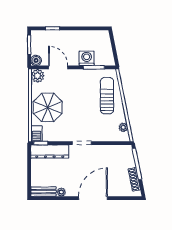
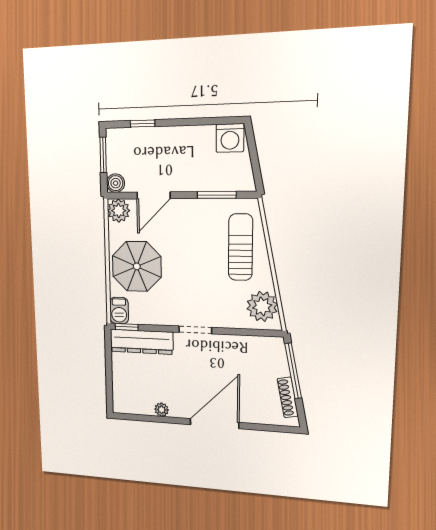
washing machine: (87, 58) -> (230, 138), moved, turned 180
door: (58, 67) -> (154, 195), swing flipped
plant: (123, 127) -> (262, 306), width x1.88, depth x1.88
bench: (43, 192) -> (133, 407), removed

